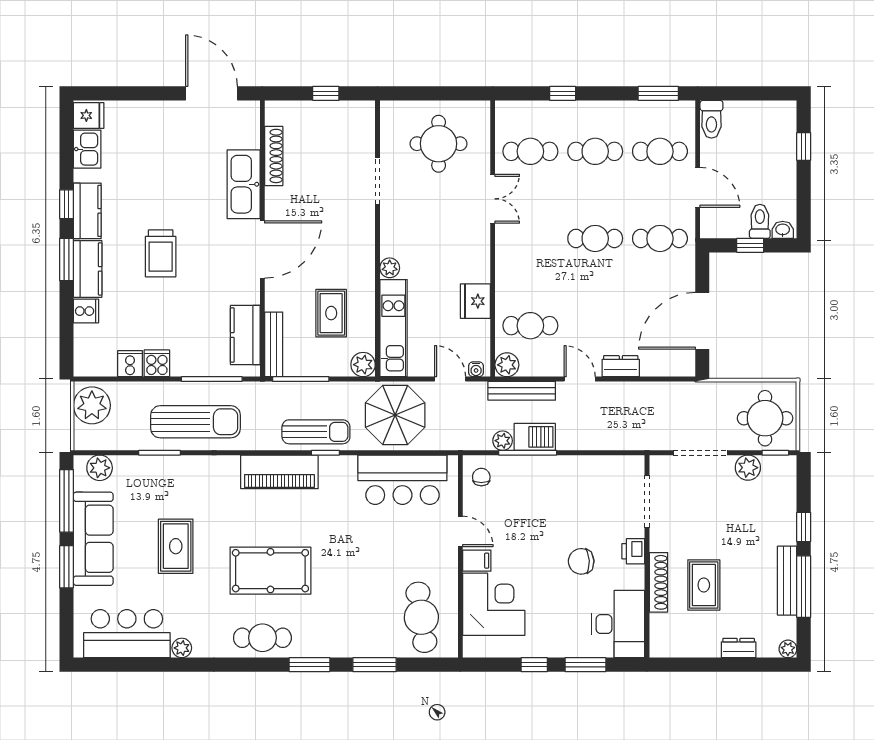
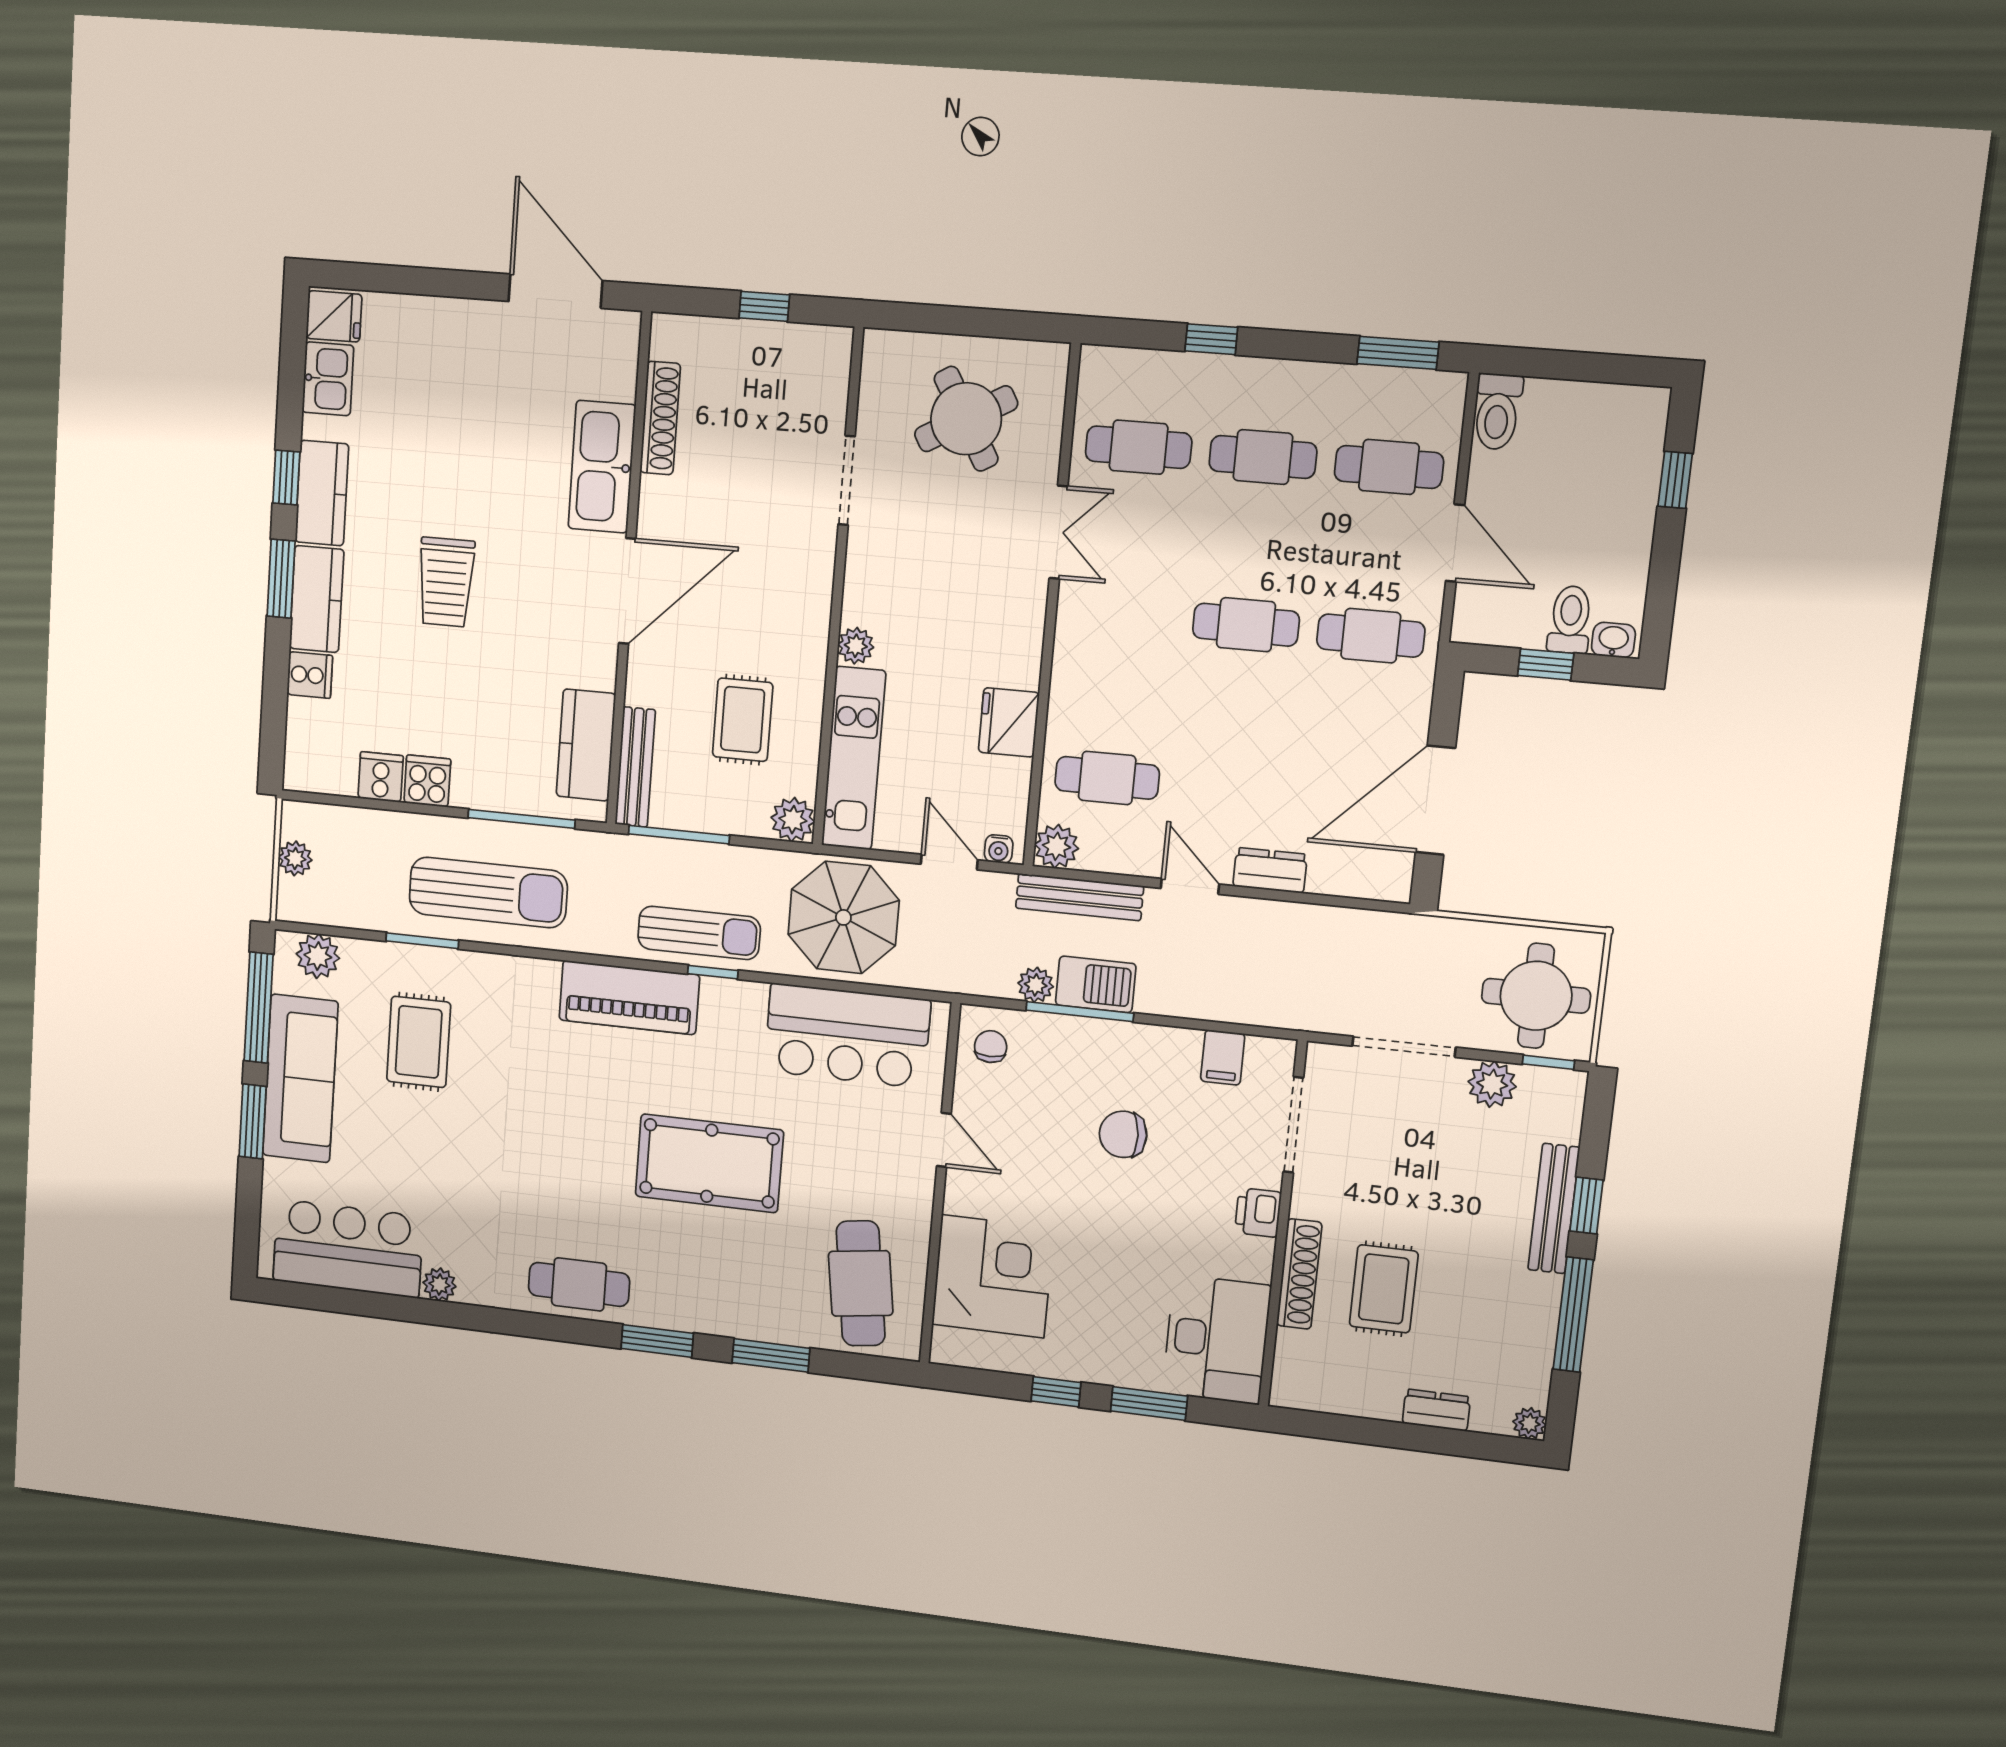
round table: (439, 144) -> (966, 419), turned -30
plant: (92, 405) -> (295, 858), width x0.53, depth x0.53
rug: (176, 546) -> (419, 1042), moved
filing cabinet: (477, 561) -> (1223, 1058), moved, turned 90
chair: (581, 561) -> (1123, 1134), moved
pool table: (270, 571) -> (709, 1163), moved
bench: (787, 581) -> (1554, 1209), moved

